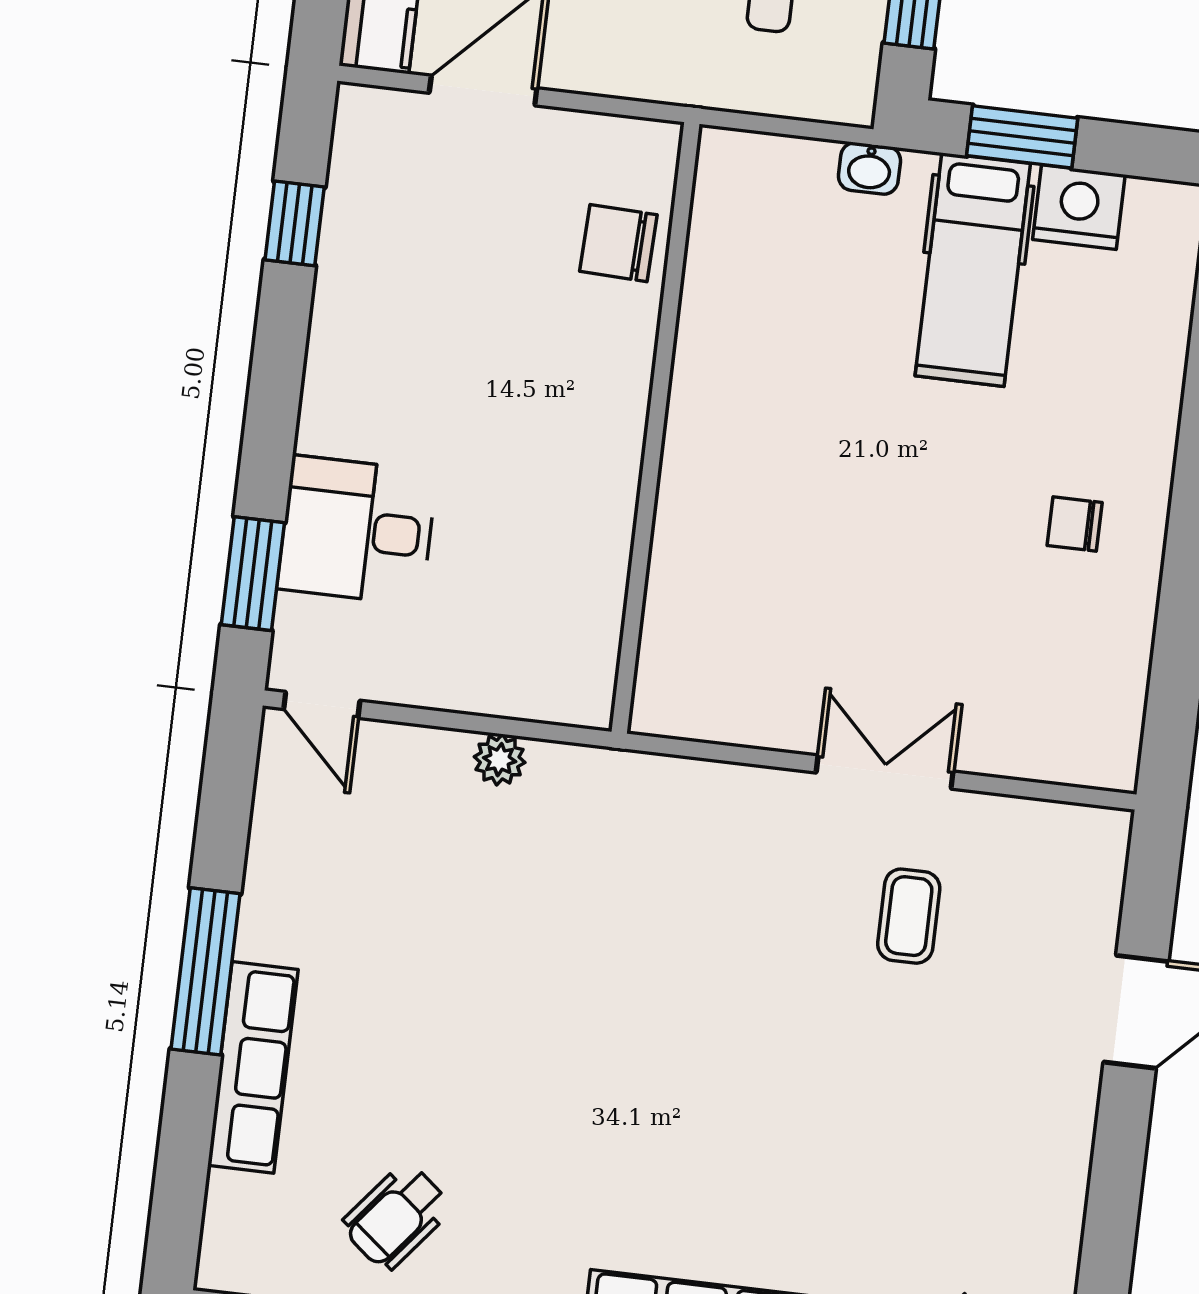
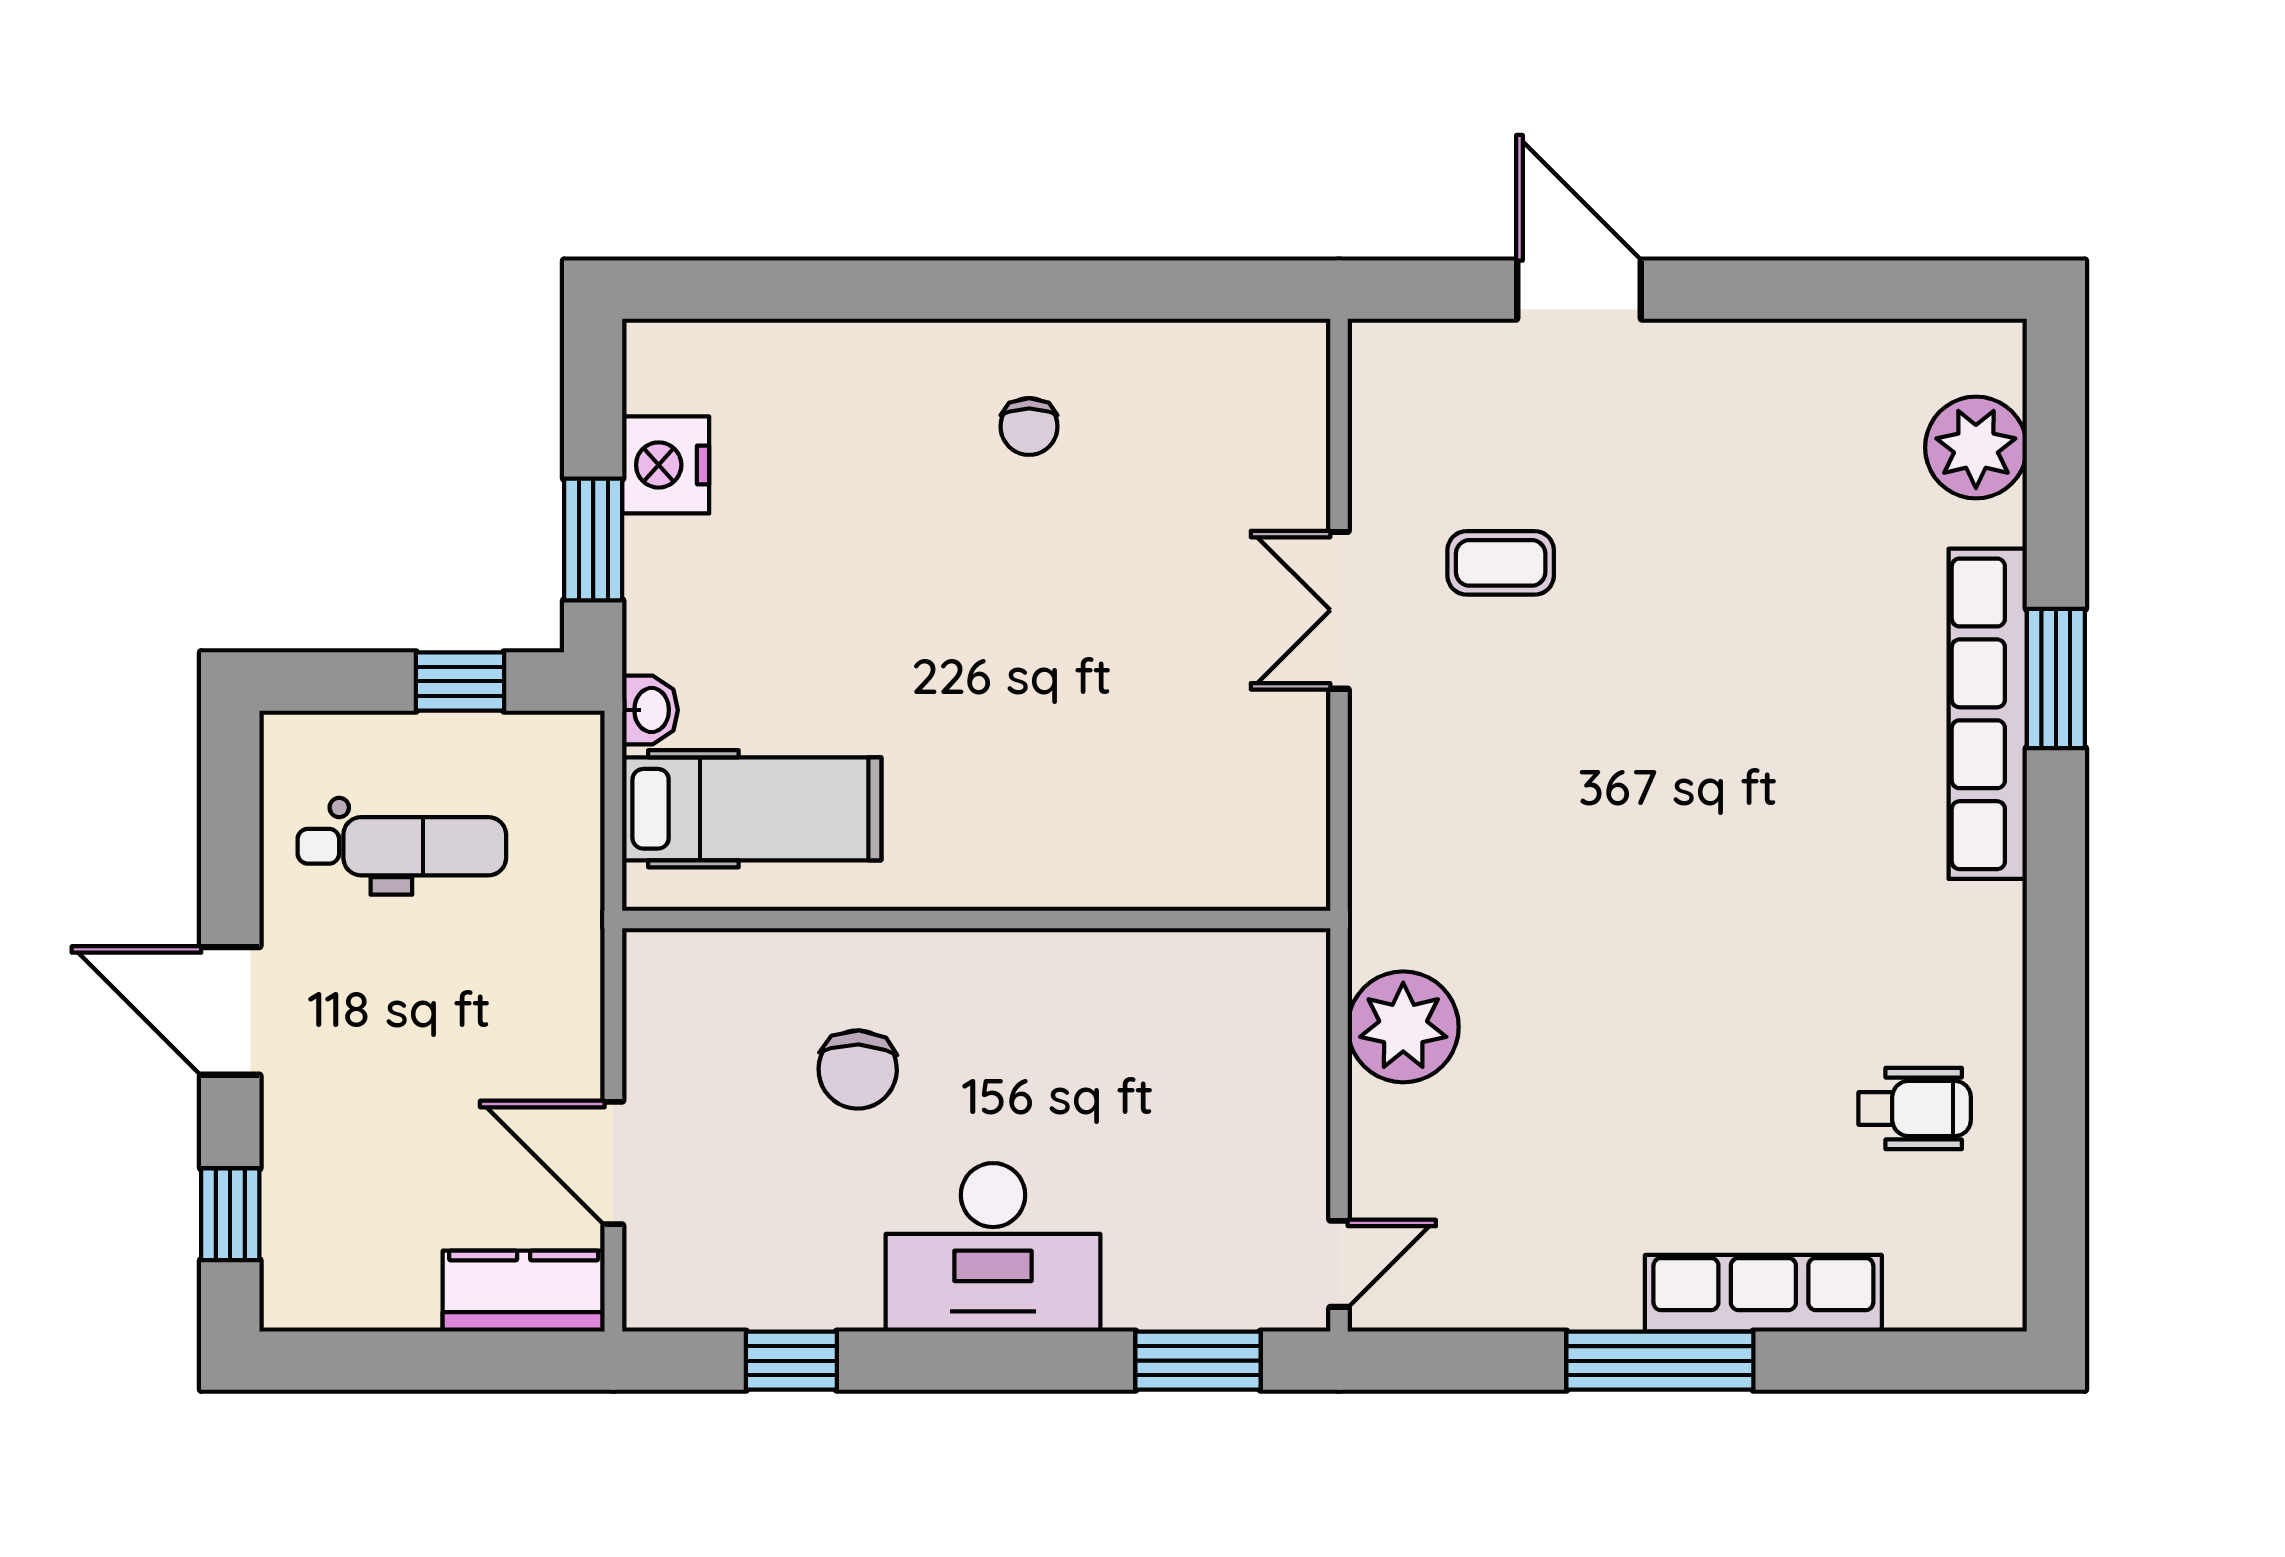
chair: (618, 243) -> (858, 1070), moved
hospital bed: (973, 270) -> (752, 809), moved
desk: (357, 530) -> (993, 1247), moved, width x1.37
plant: (500, 760) -> (1403, 1027), width x1.88, depth x1.88
wheelchair: (396, 1217) -> (1915, 1109), turned -39

